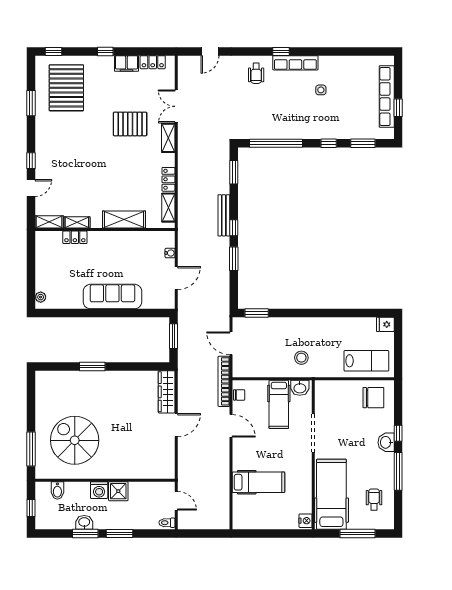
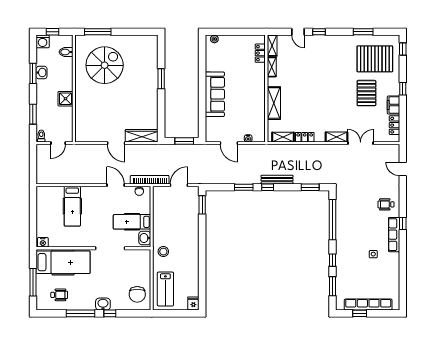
pallet: (130, 124) -> (366, 93), moved
locker: (75, 237) -> (260, 53), moved
stool: (301, 358) -> (163, 252), moved
door: (231, 426) -> (116, 185), swing flipped
washing machine: (99, 490) -> (43, 41), moved, turned -90
window: (119, 534) -> (33, 114), moved

